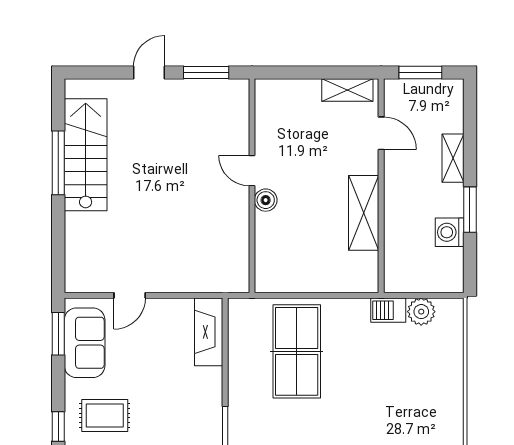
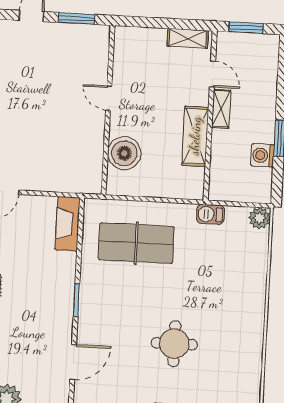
shelving: (453, 158) -> (221, 109), moved
boiler: (266, 200) -> (124, 153), moved, width x1.86, depth x1.86
plant: (421, 312) -> (259, 218), moved
table tennis table: (297, 351) -> (136, 243), turned 90

